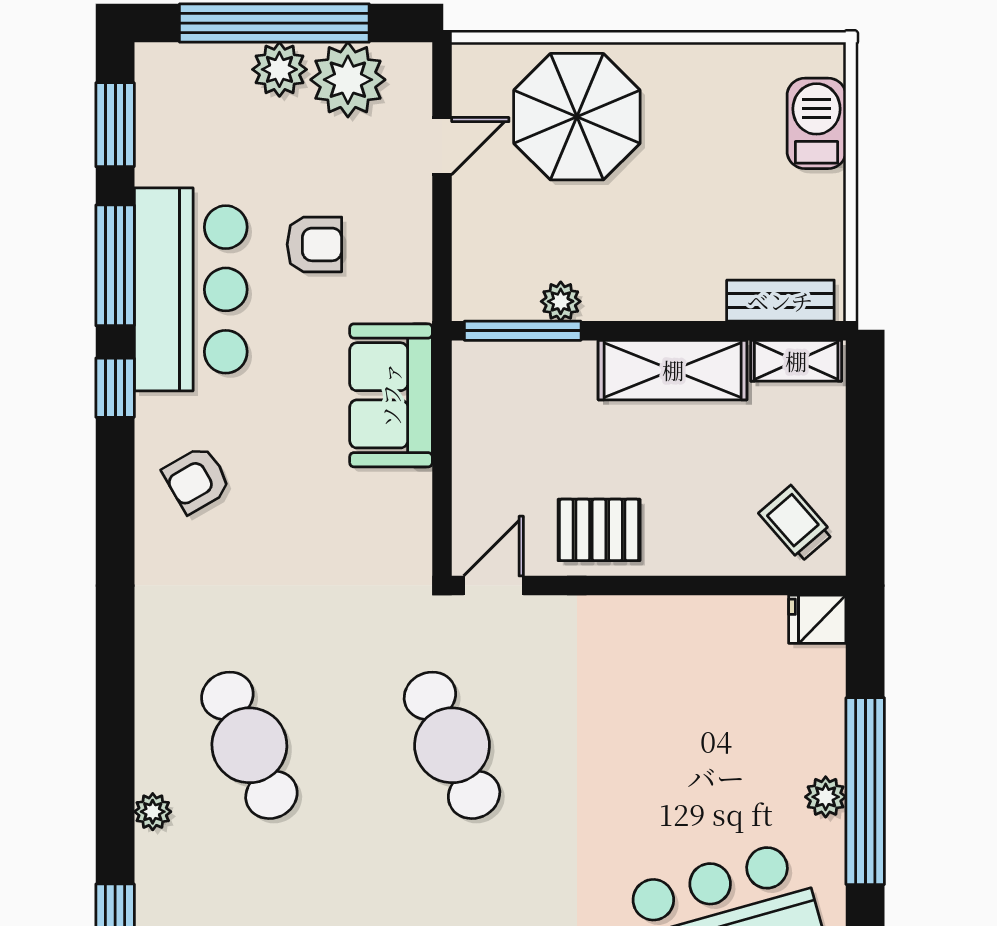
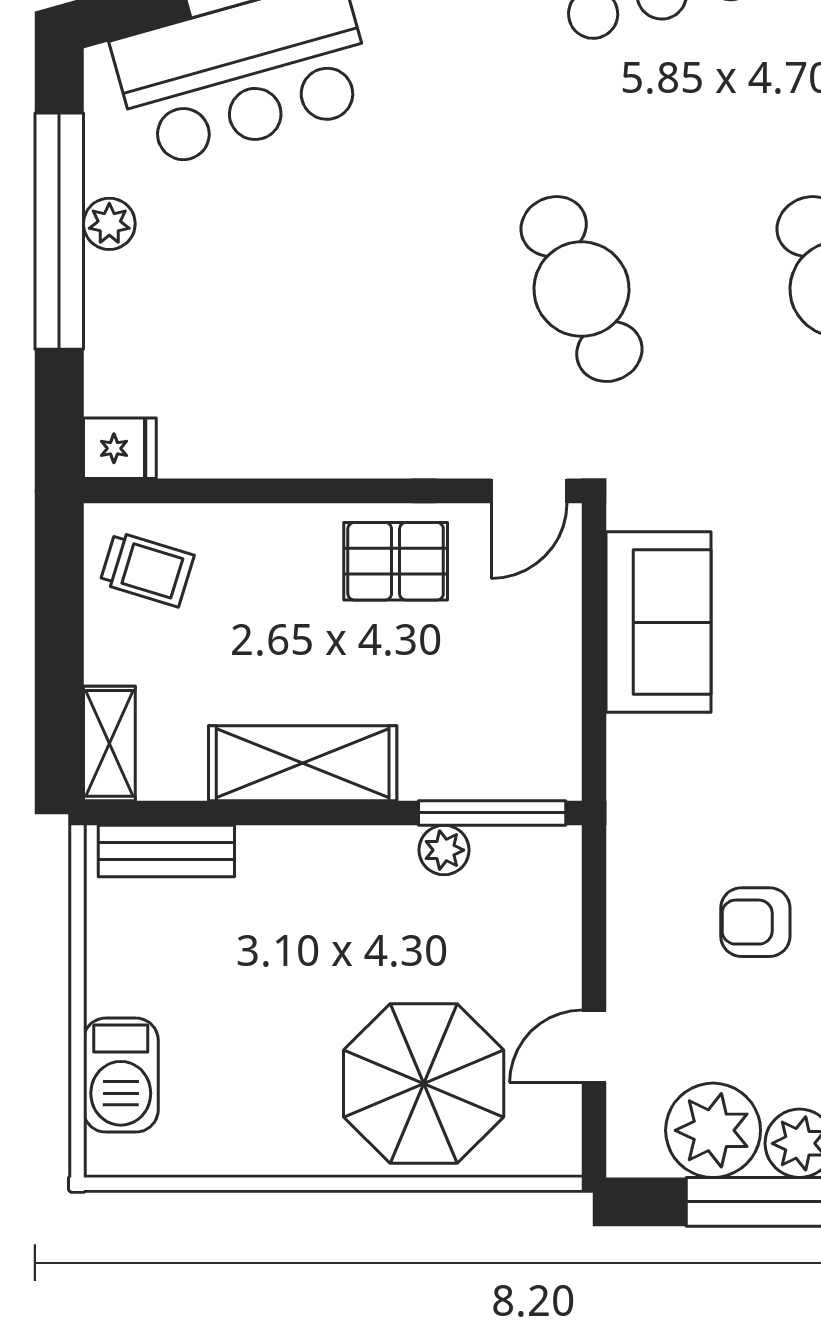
shelving: (796, 361) -> (109, 743), moved, turned 90
sofa: (391, 395) -> (658, 622), moved
trolley: (796, 524) -> (147, 569), turned -32

